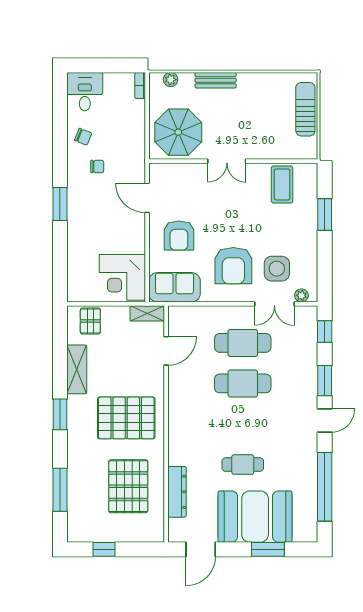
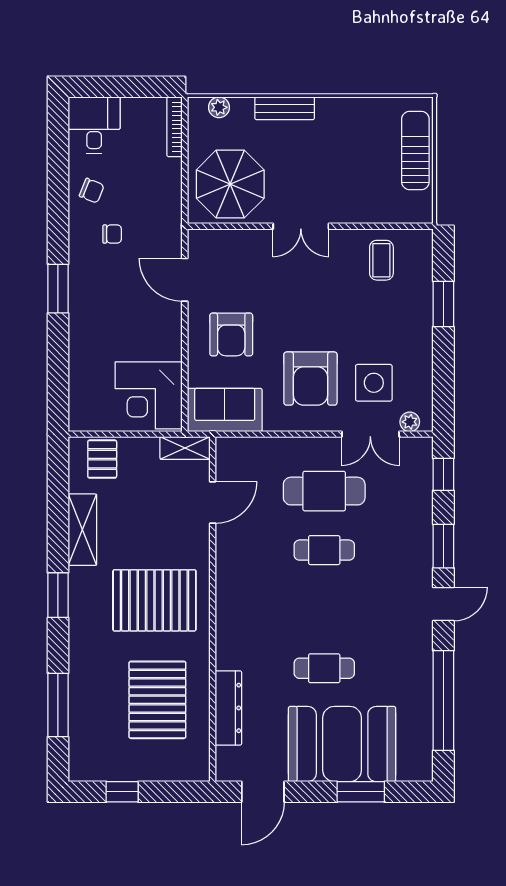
bookcase: (140, 86) -> (175, 127), width x1.56
coffee table: (282, 184) -> (381, 260), width x0.73, depth x0.77
cafe table: (243, 383) -> (324, 550), width x0.73, depth x0.74

